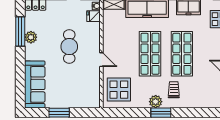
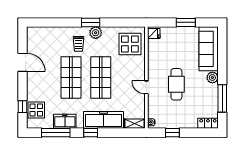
fridge: (94, 16) -> (154, 34), moved
plant: (31, 37) -> (212, 78), moved
door: (101, 60) -> (146, 87), moved

